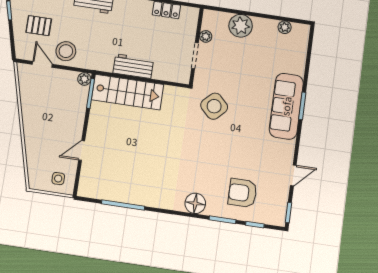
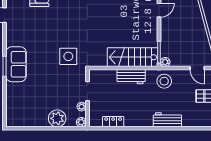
plant: (285, 27) -> (81, 122), moved
stool: (66, 51) -> (164, 81), moved
side table: (214, 106) -> (68, 56), turned 45
sofa: (286, 106) -> (16, 64), width x0.73

